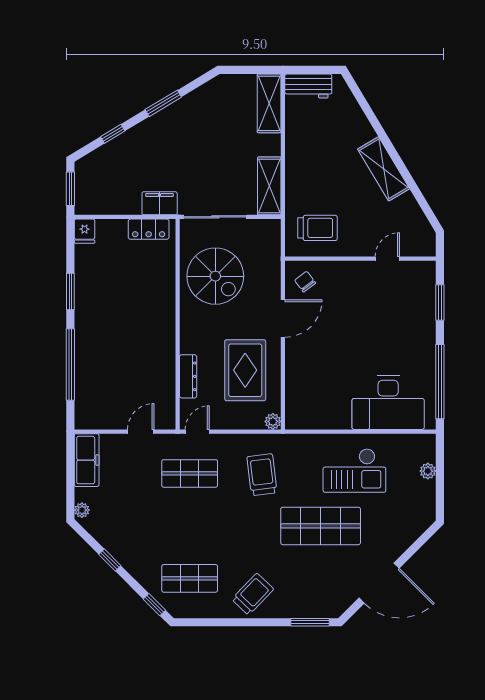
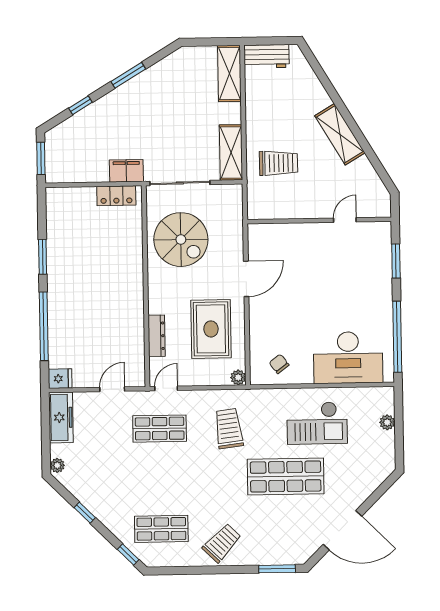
trolley: (317, 228) -> (279, 163), moved
fridge: (85, 231) -> (60, 379), moved, turned -90
chair: (305, 282) -> (279, 364), moved

